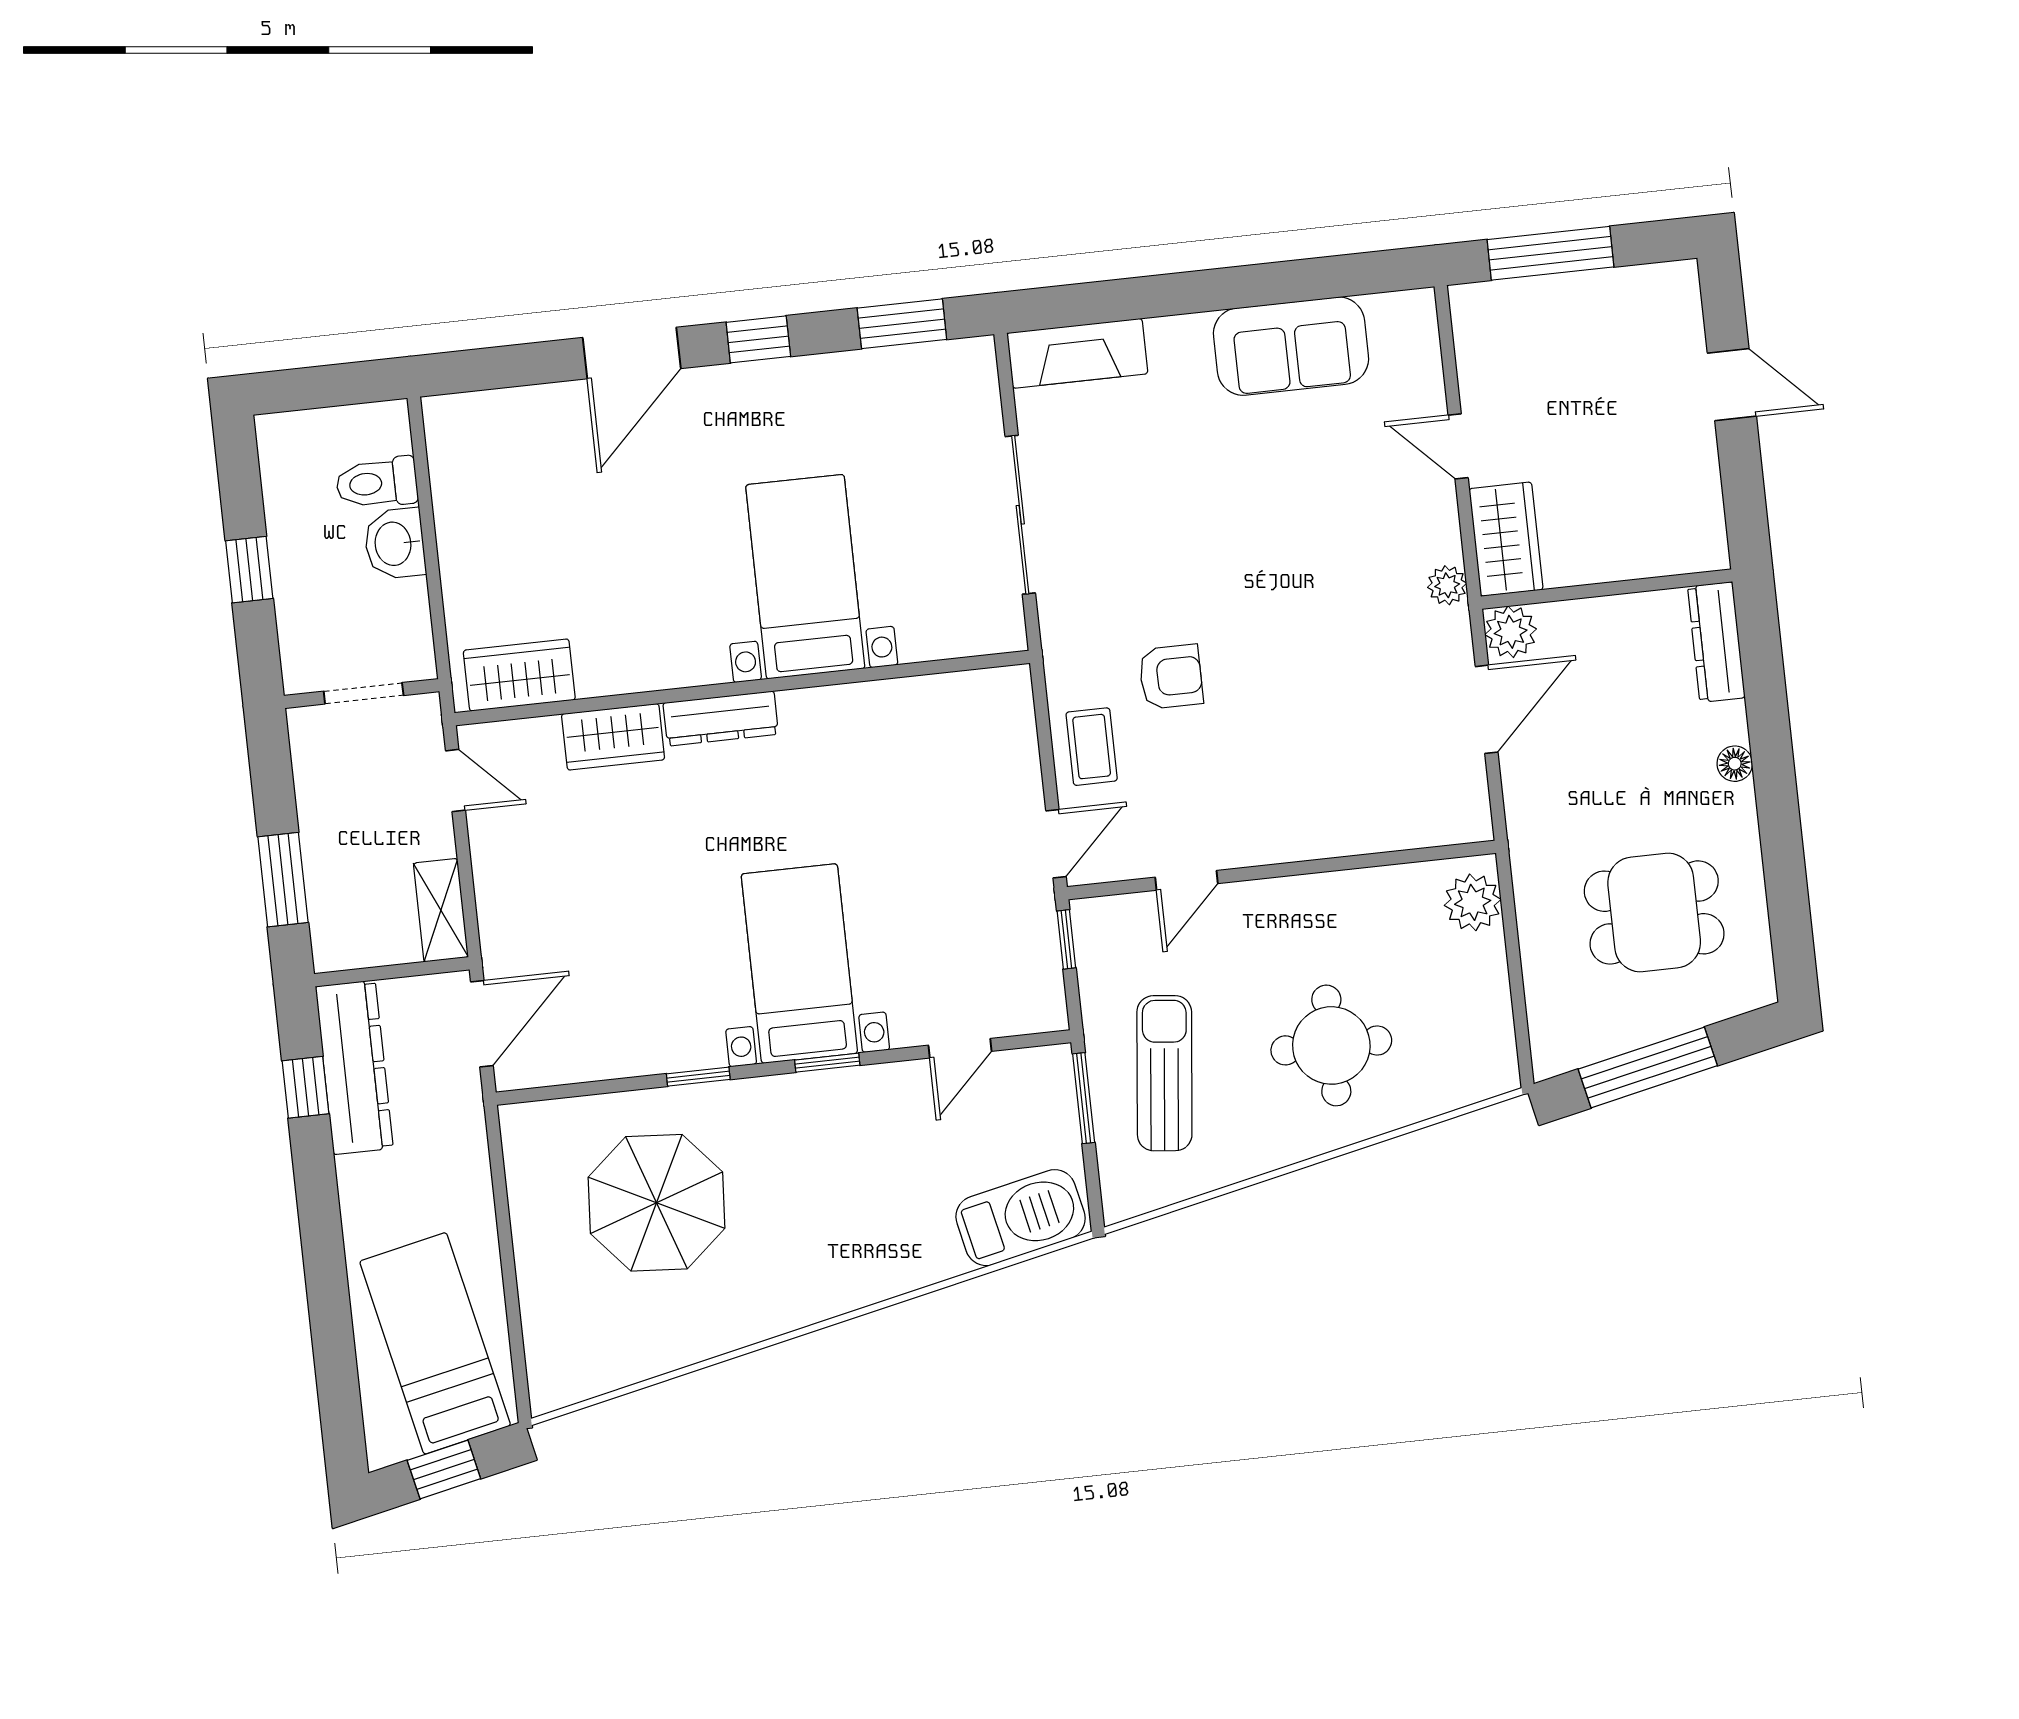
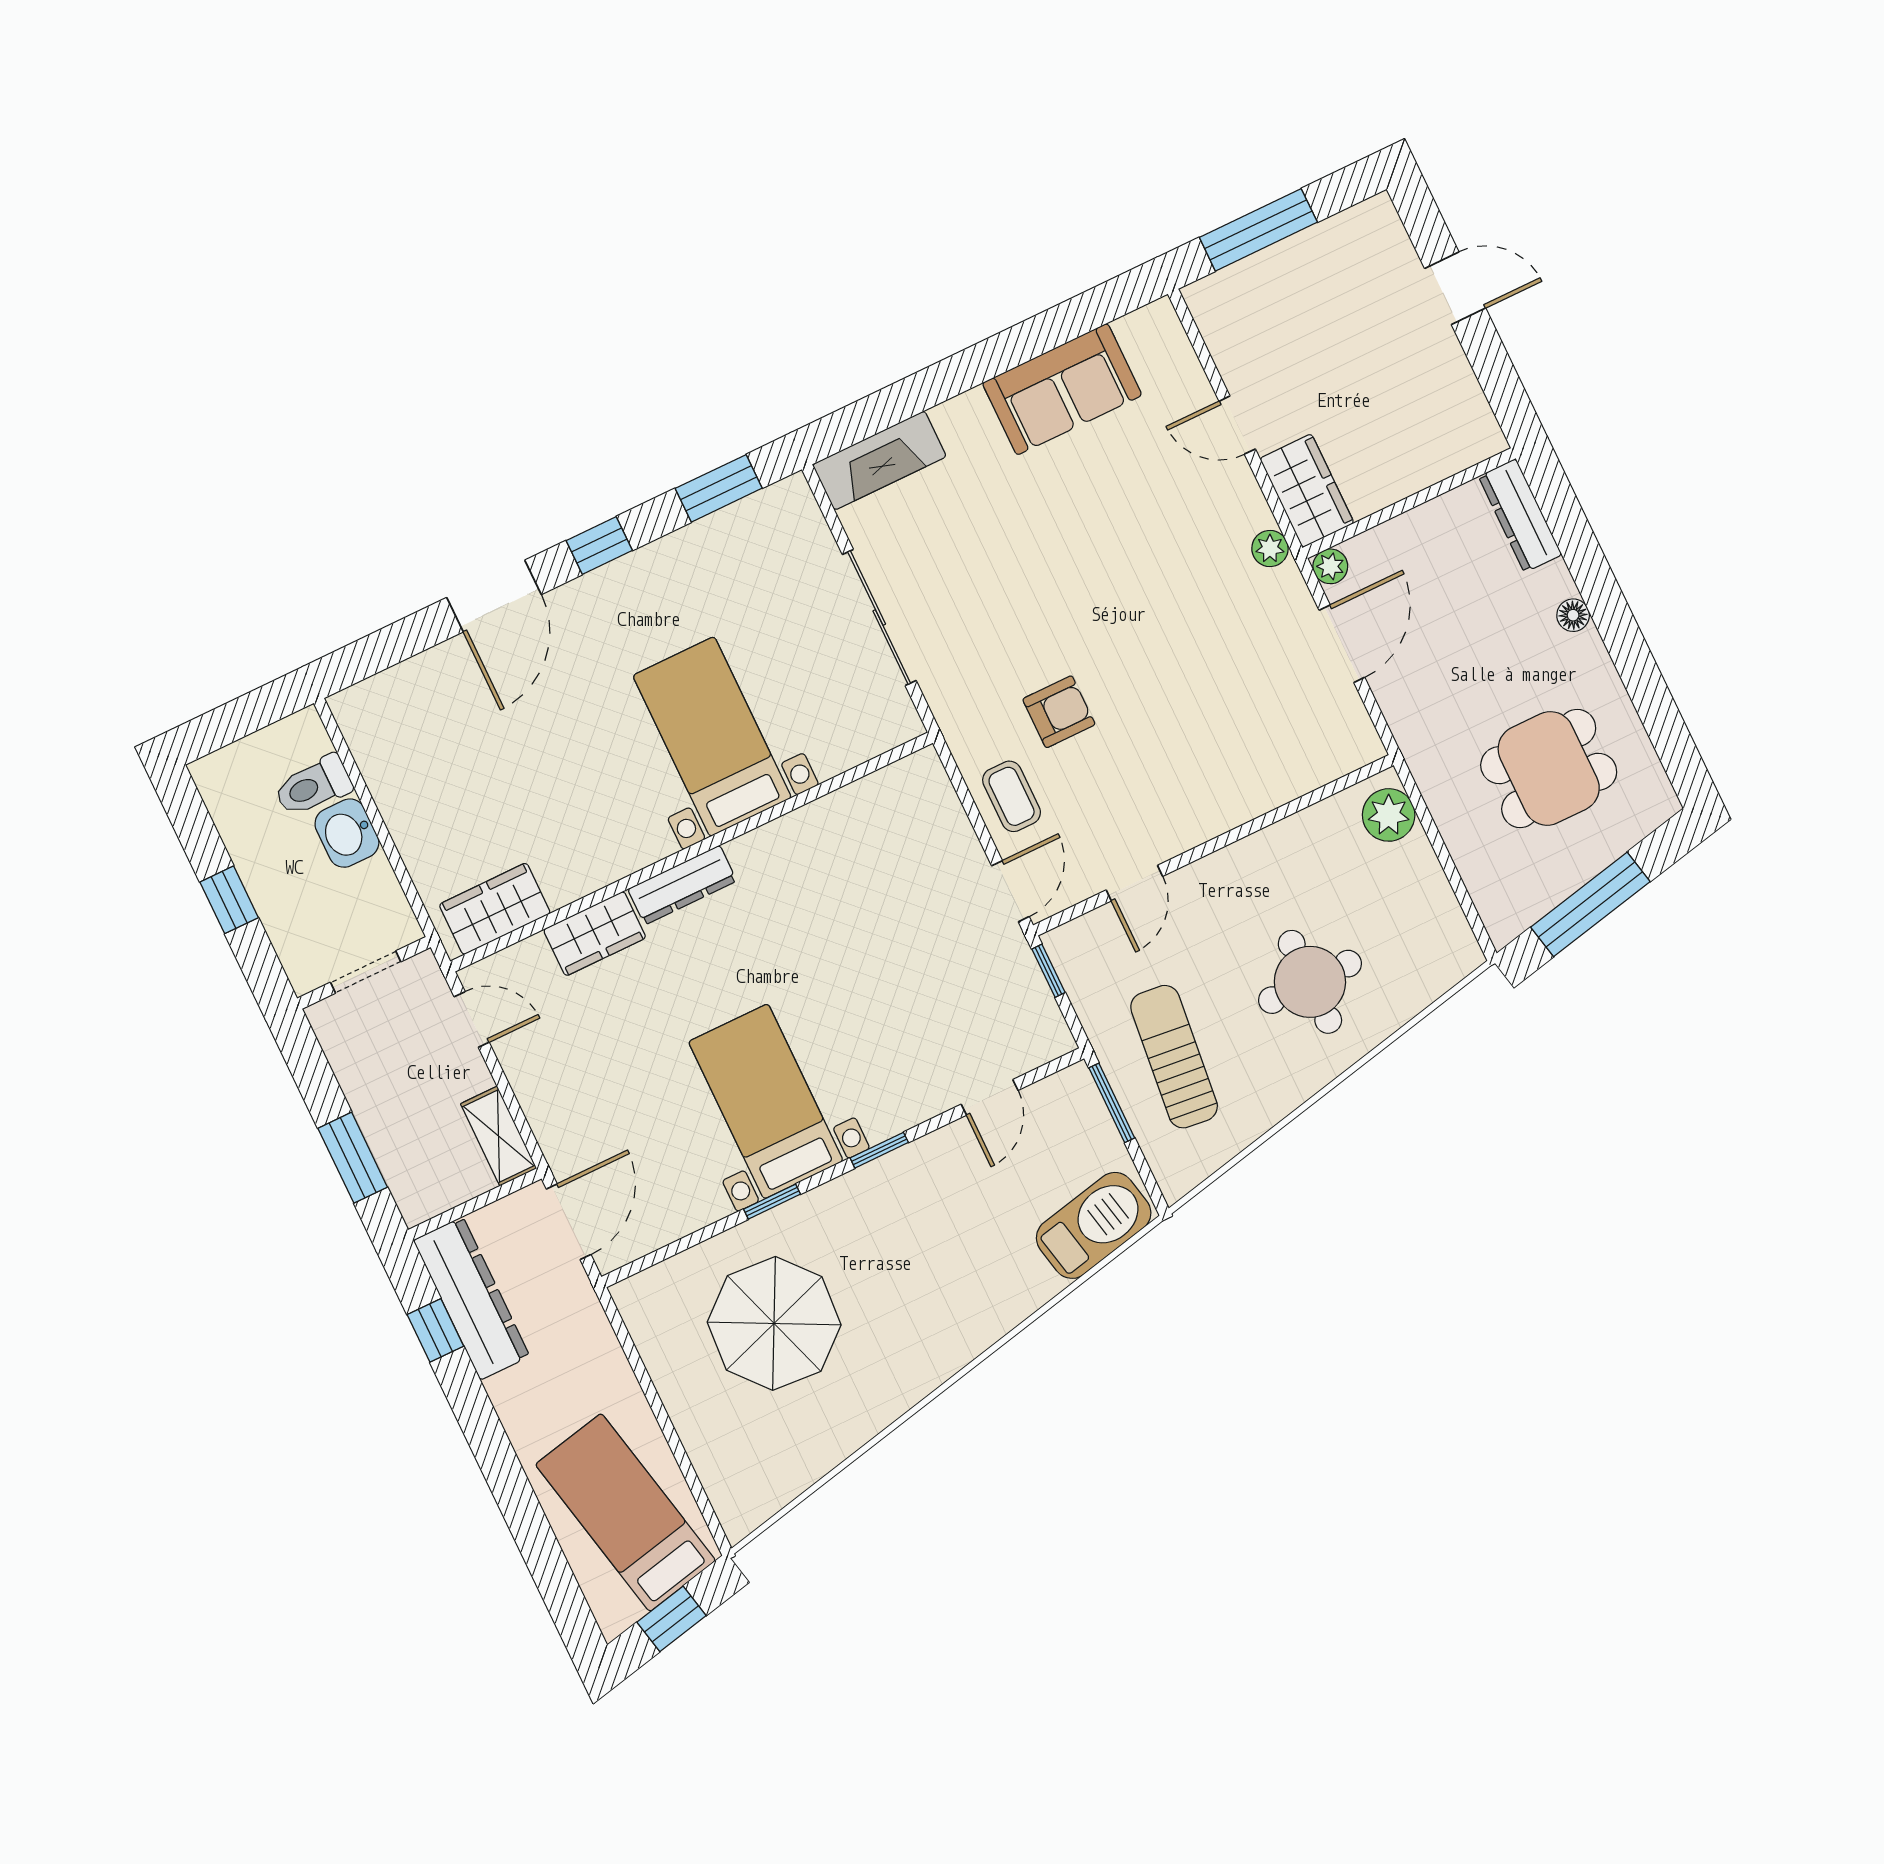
plant: (1511, 632) -> (1330, 566), width x0.73, depth x0.73
bed with nightstands: (799, 964) -> (766, 1101), moved

